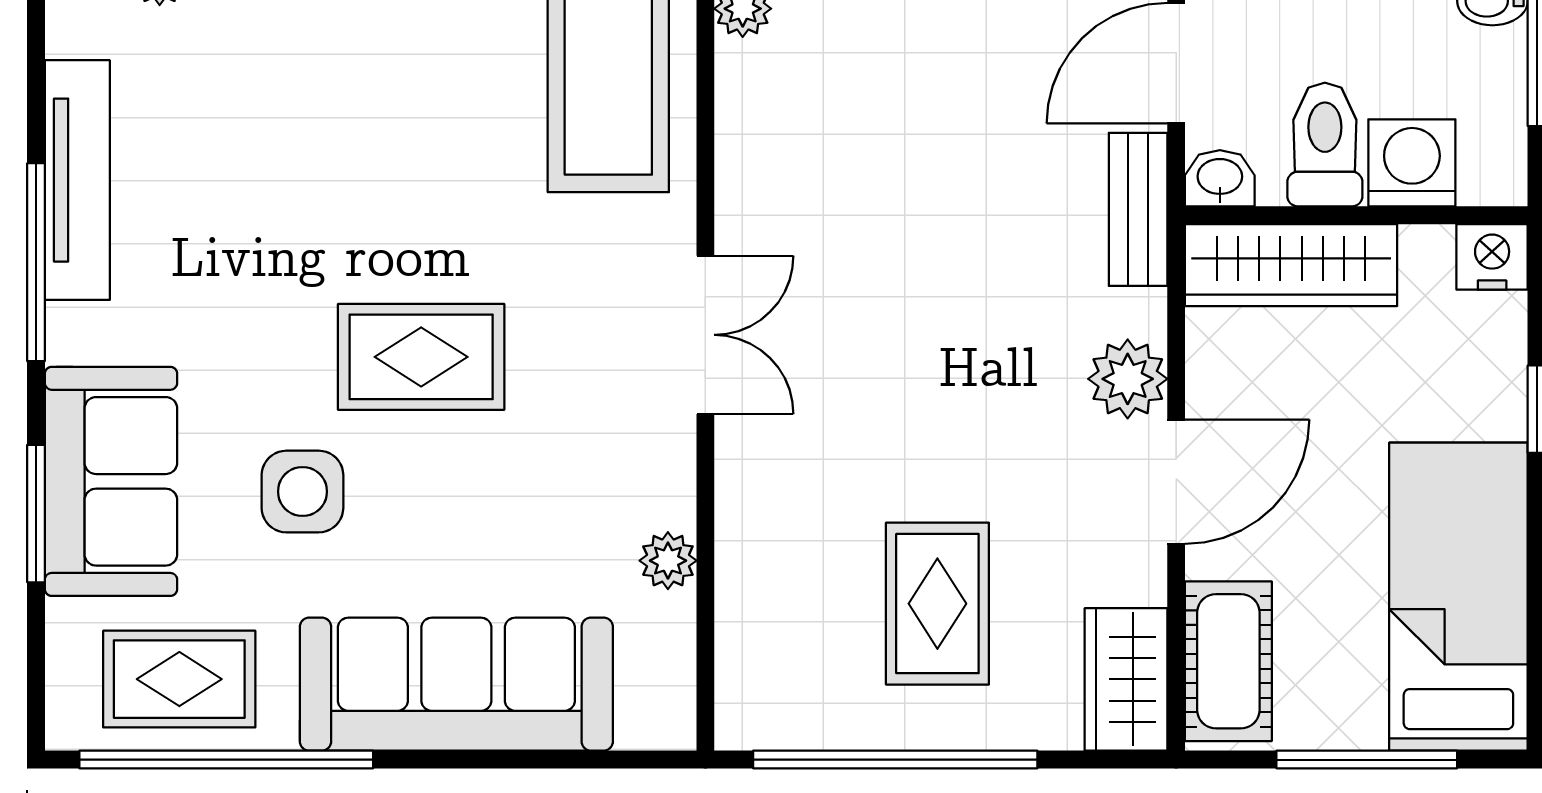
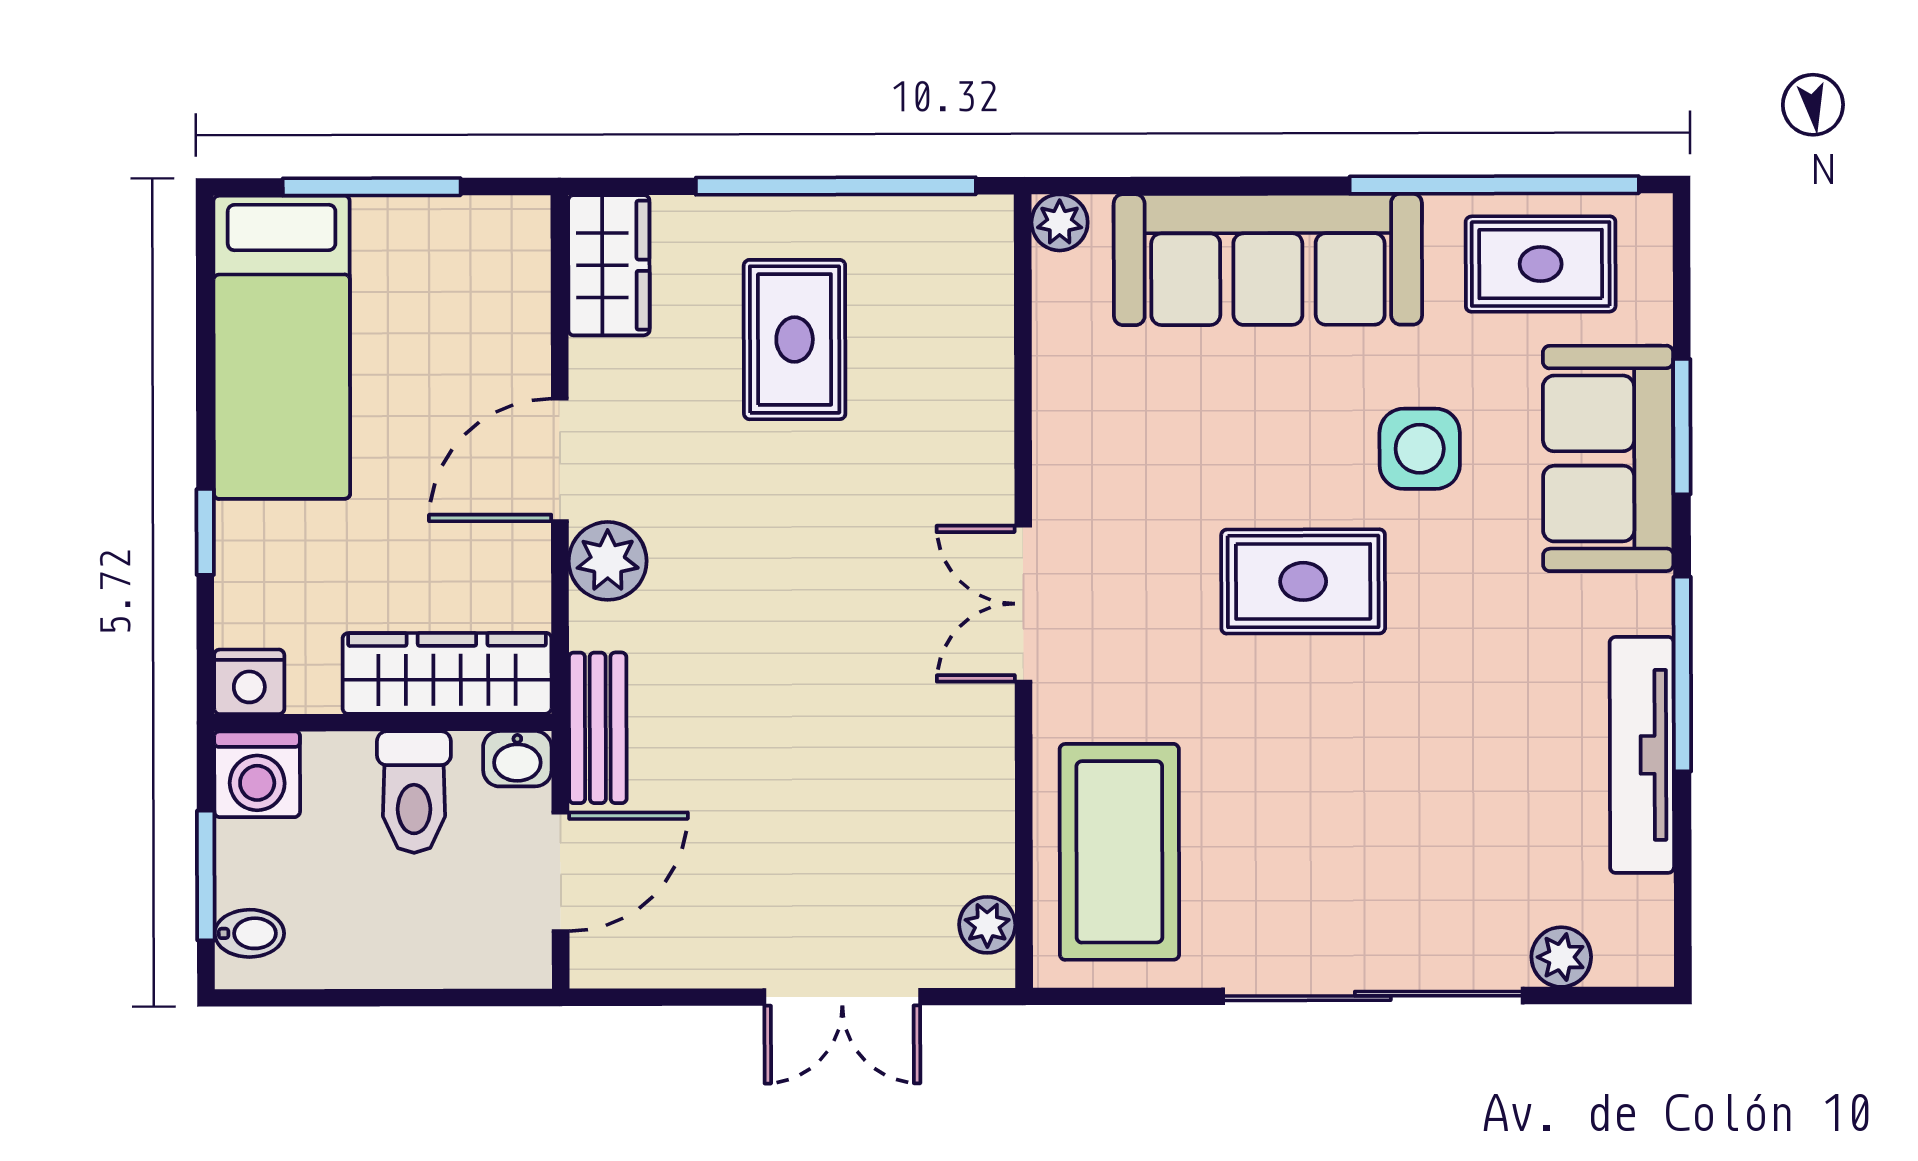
washing machine: (1412, 163) -> (257, 774), moved
plant: (668, 561) -> (1060, 222), moved
cot: (1228, 661) -> (508, 283), removed

